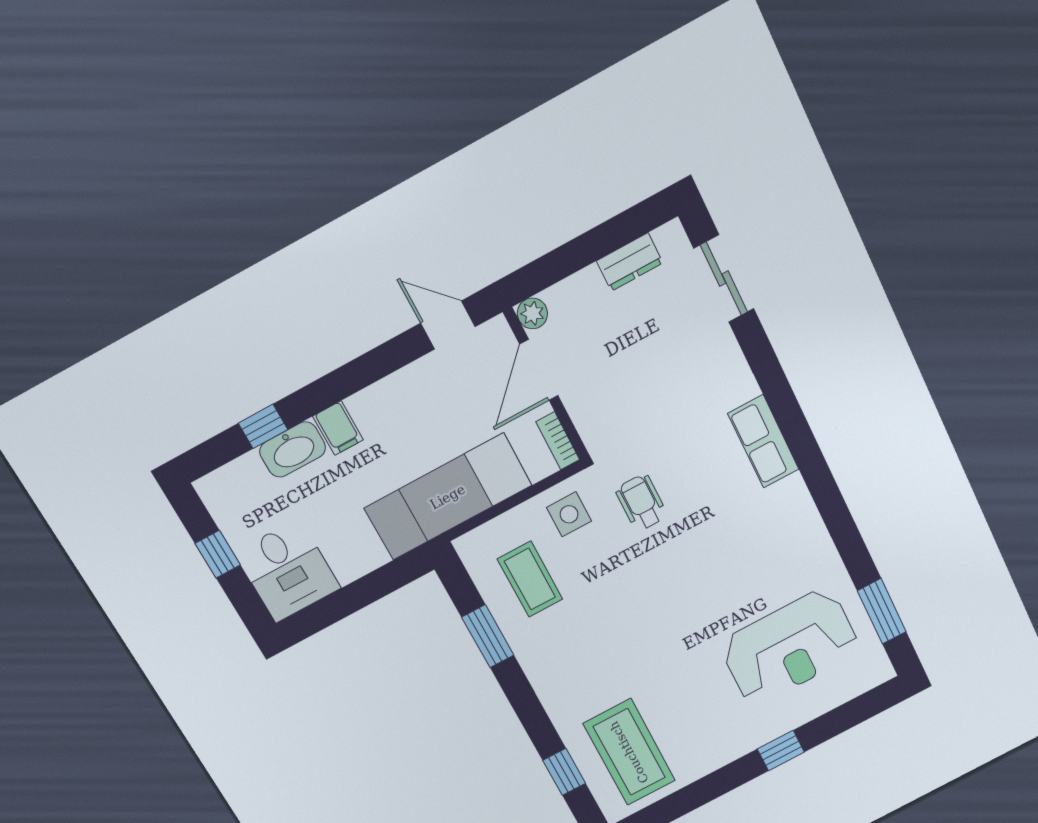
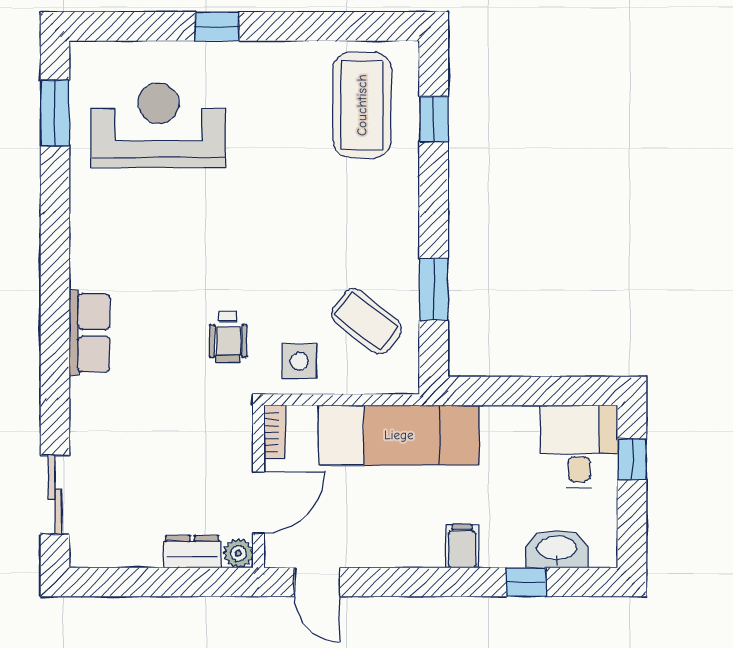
dresser: (630, 262) -> (192, 552), moved
washbasin: (293, 449) -> (557, 549), moved
window: (218, 554) -> (632, 459), moved
coffee table: (530, 579) -> (366, 321), turned -52

